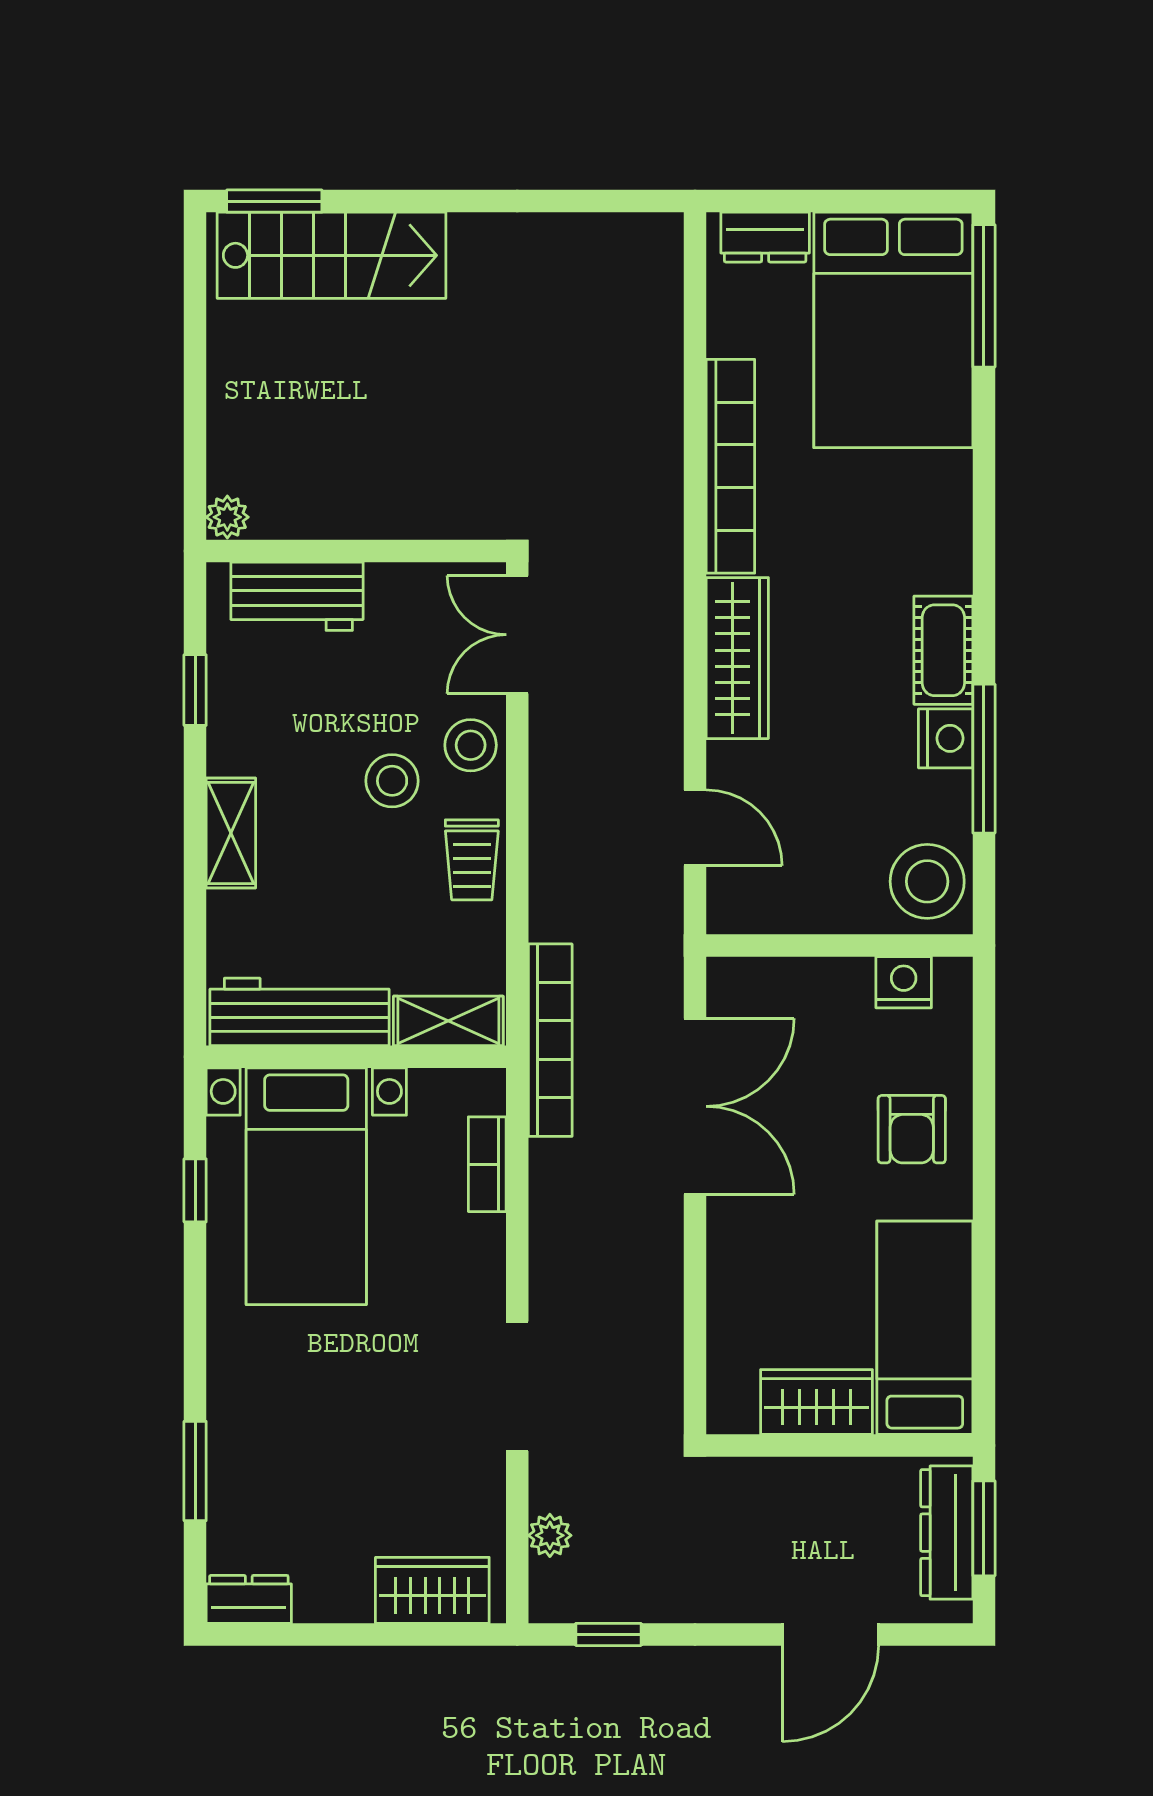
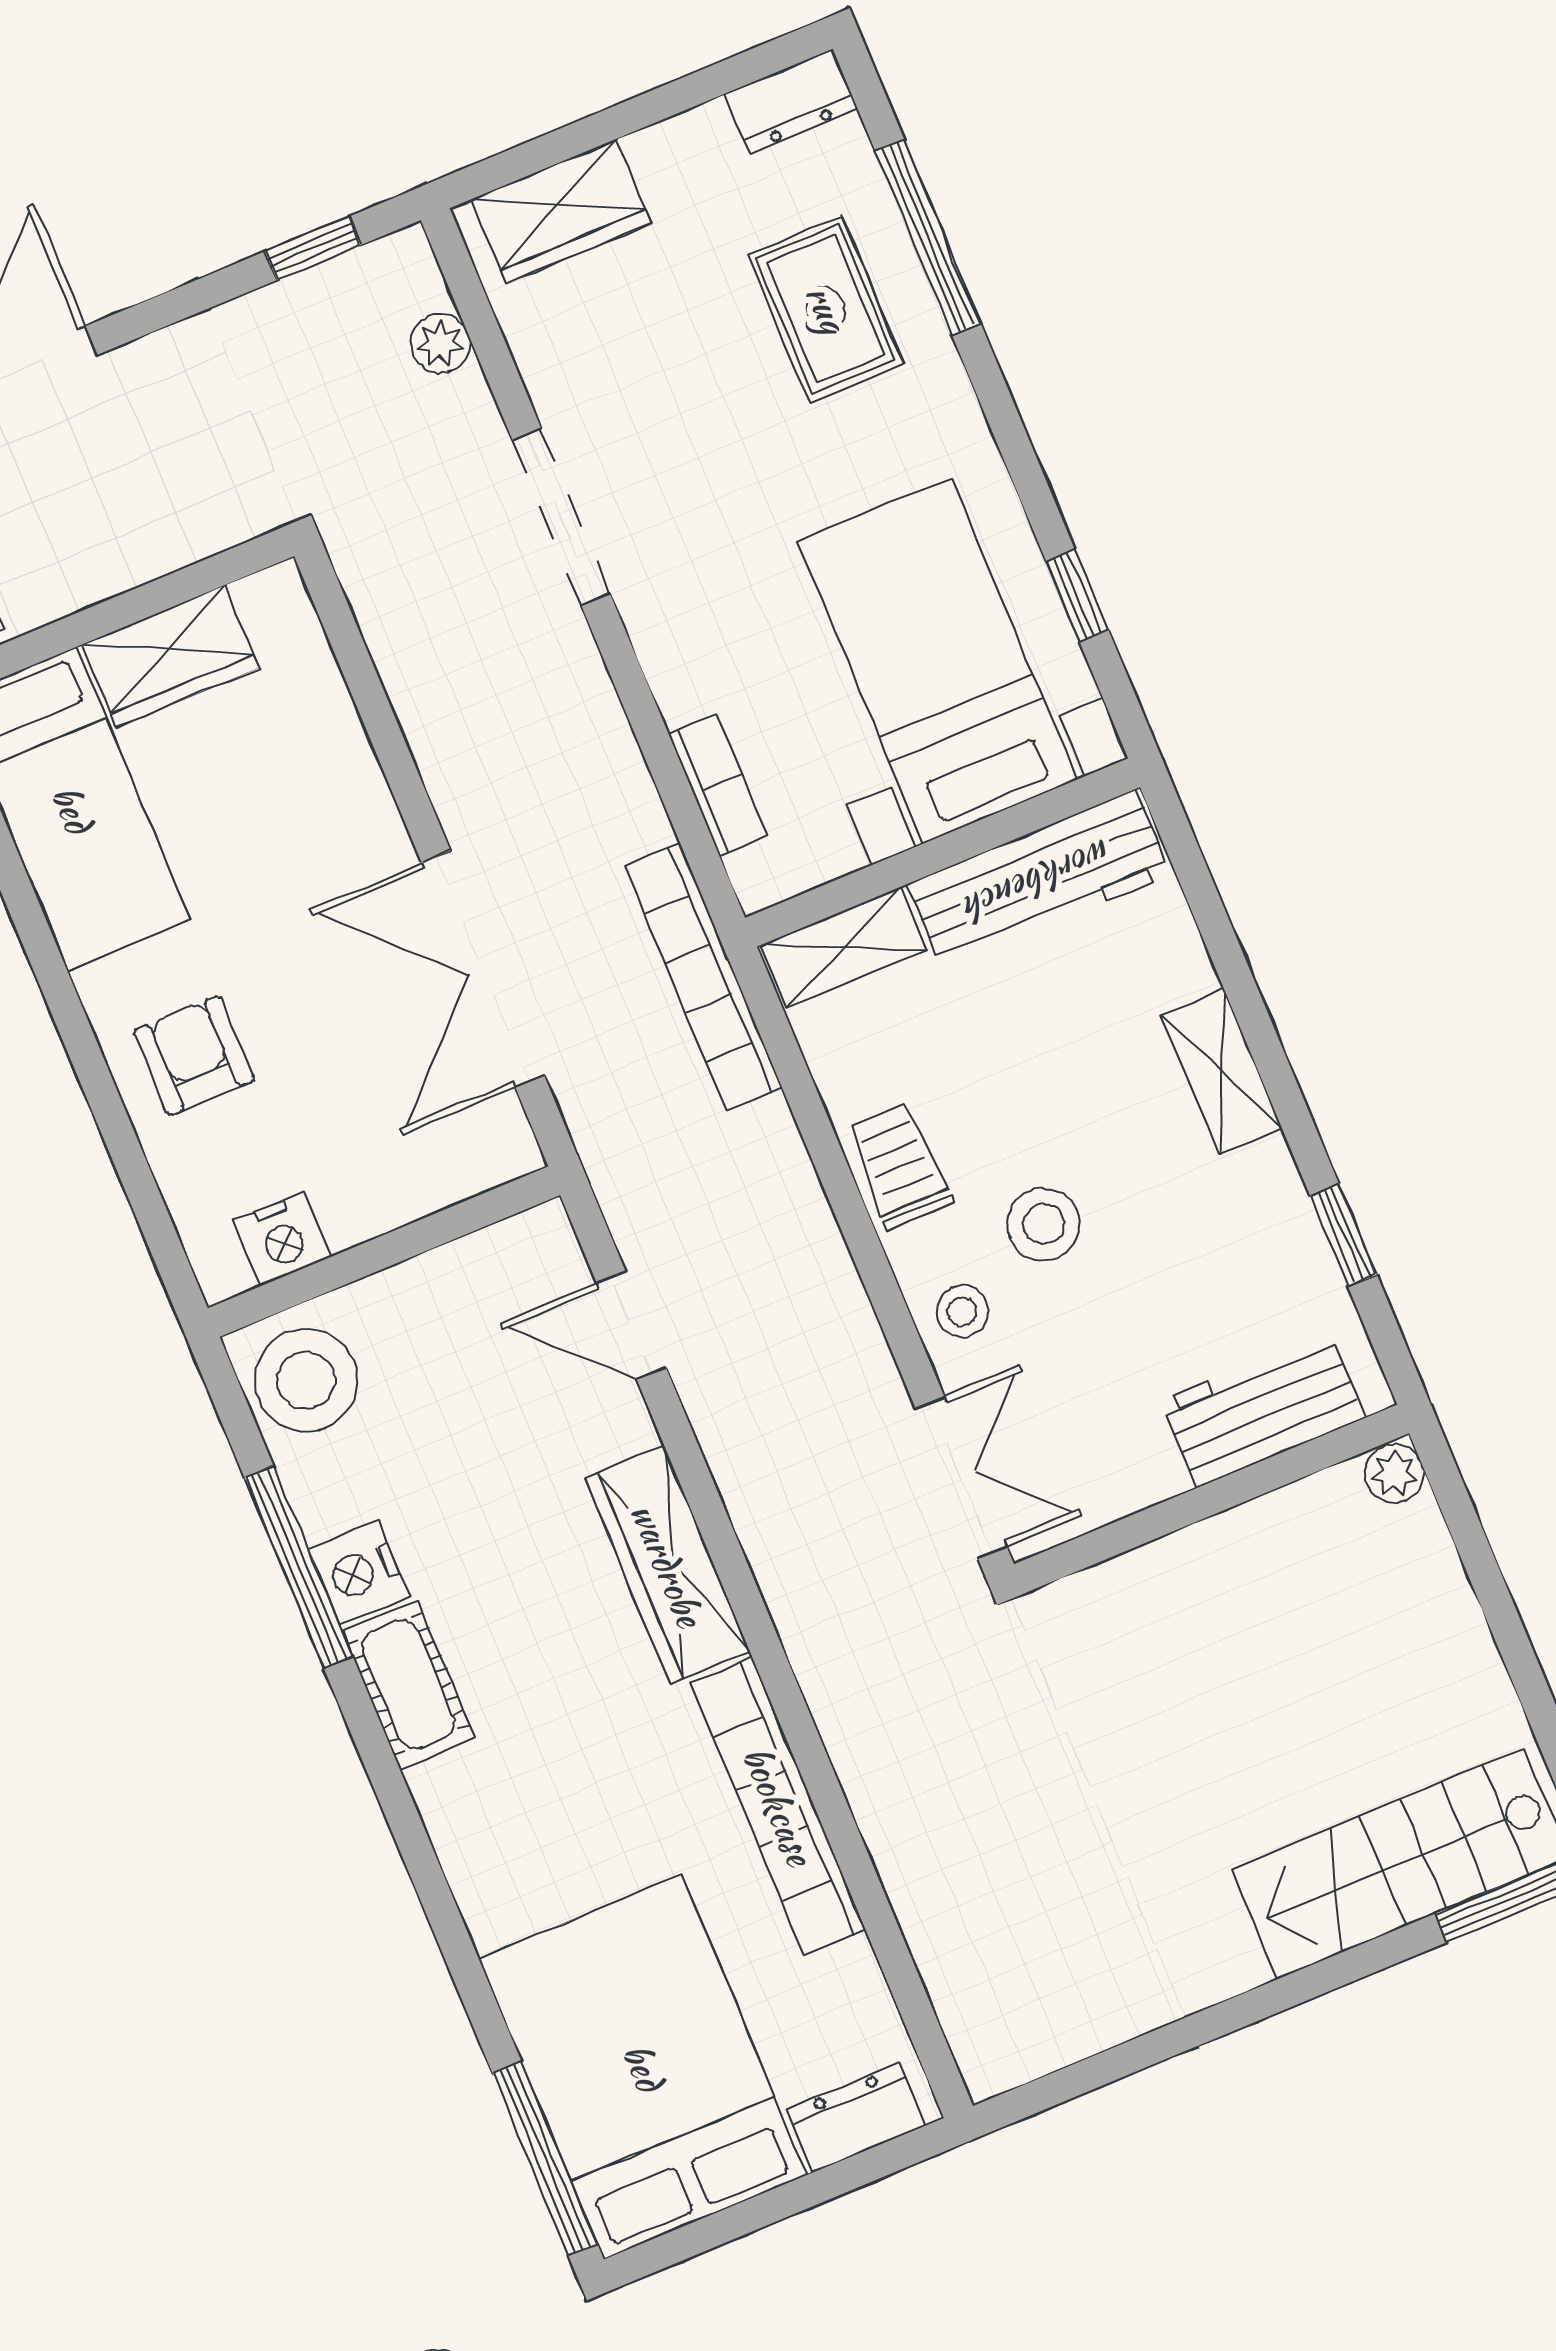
stool: (471, 745) -> (962, 1311), width x0.73, depth x0.73
rug: (283, 1451) -> (826, 309), added
window: (195, 1471) -> (928, 237), width x1.44

